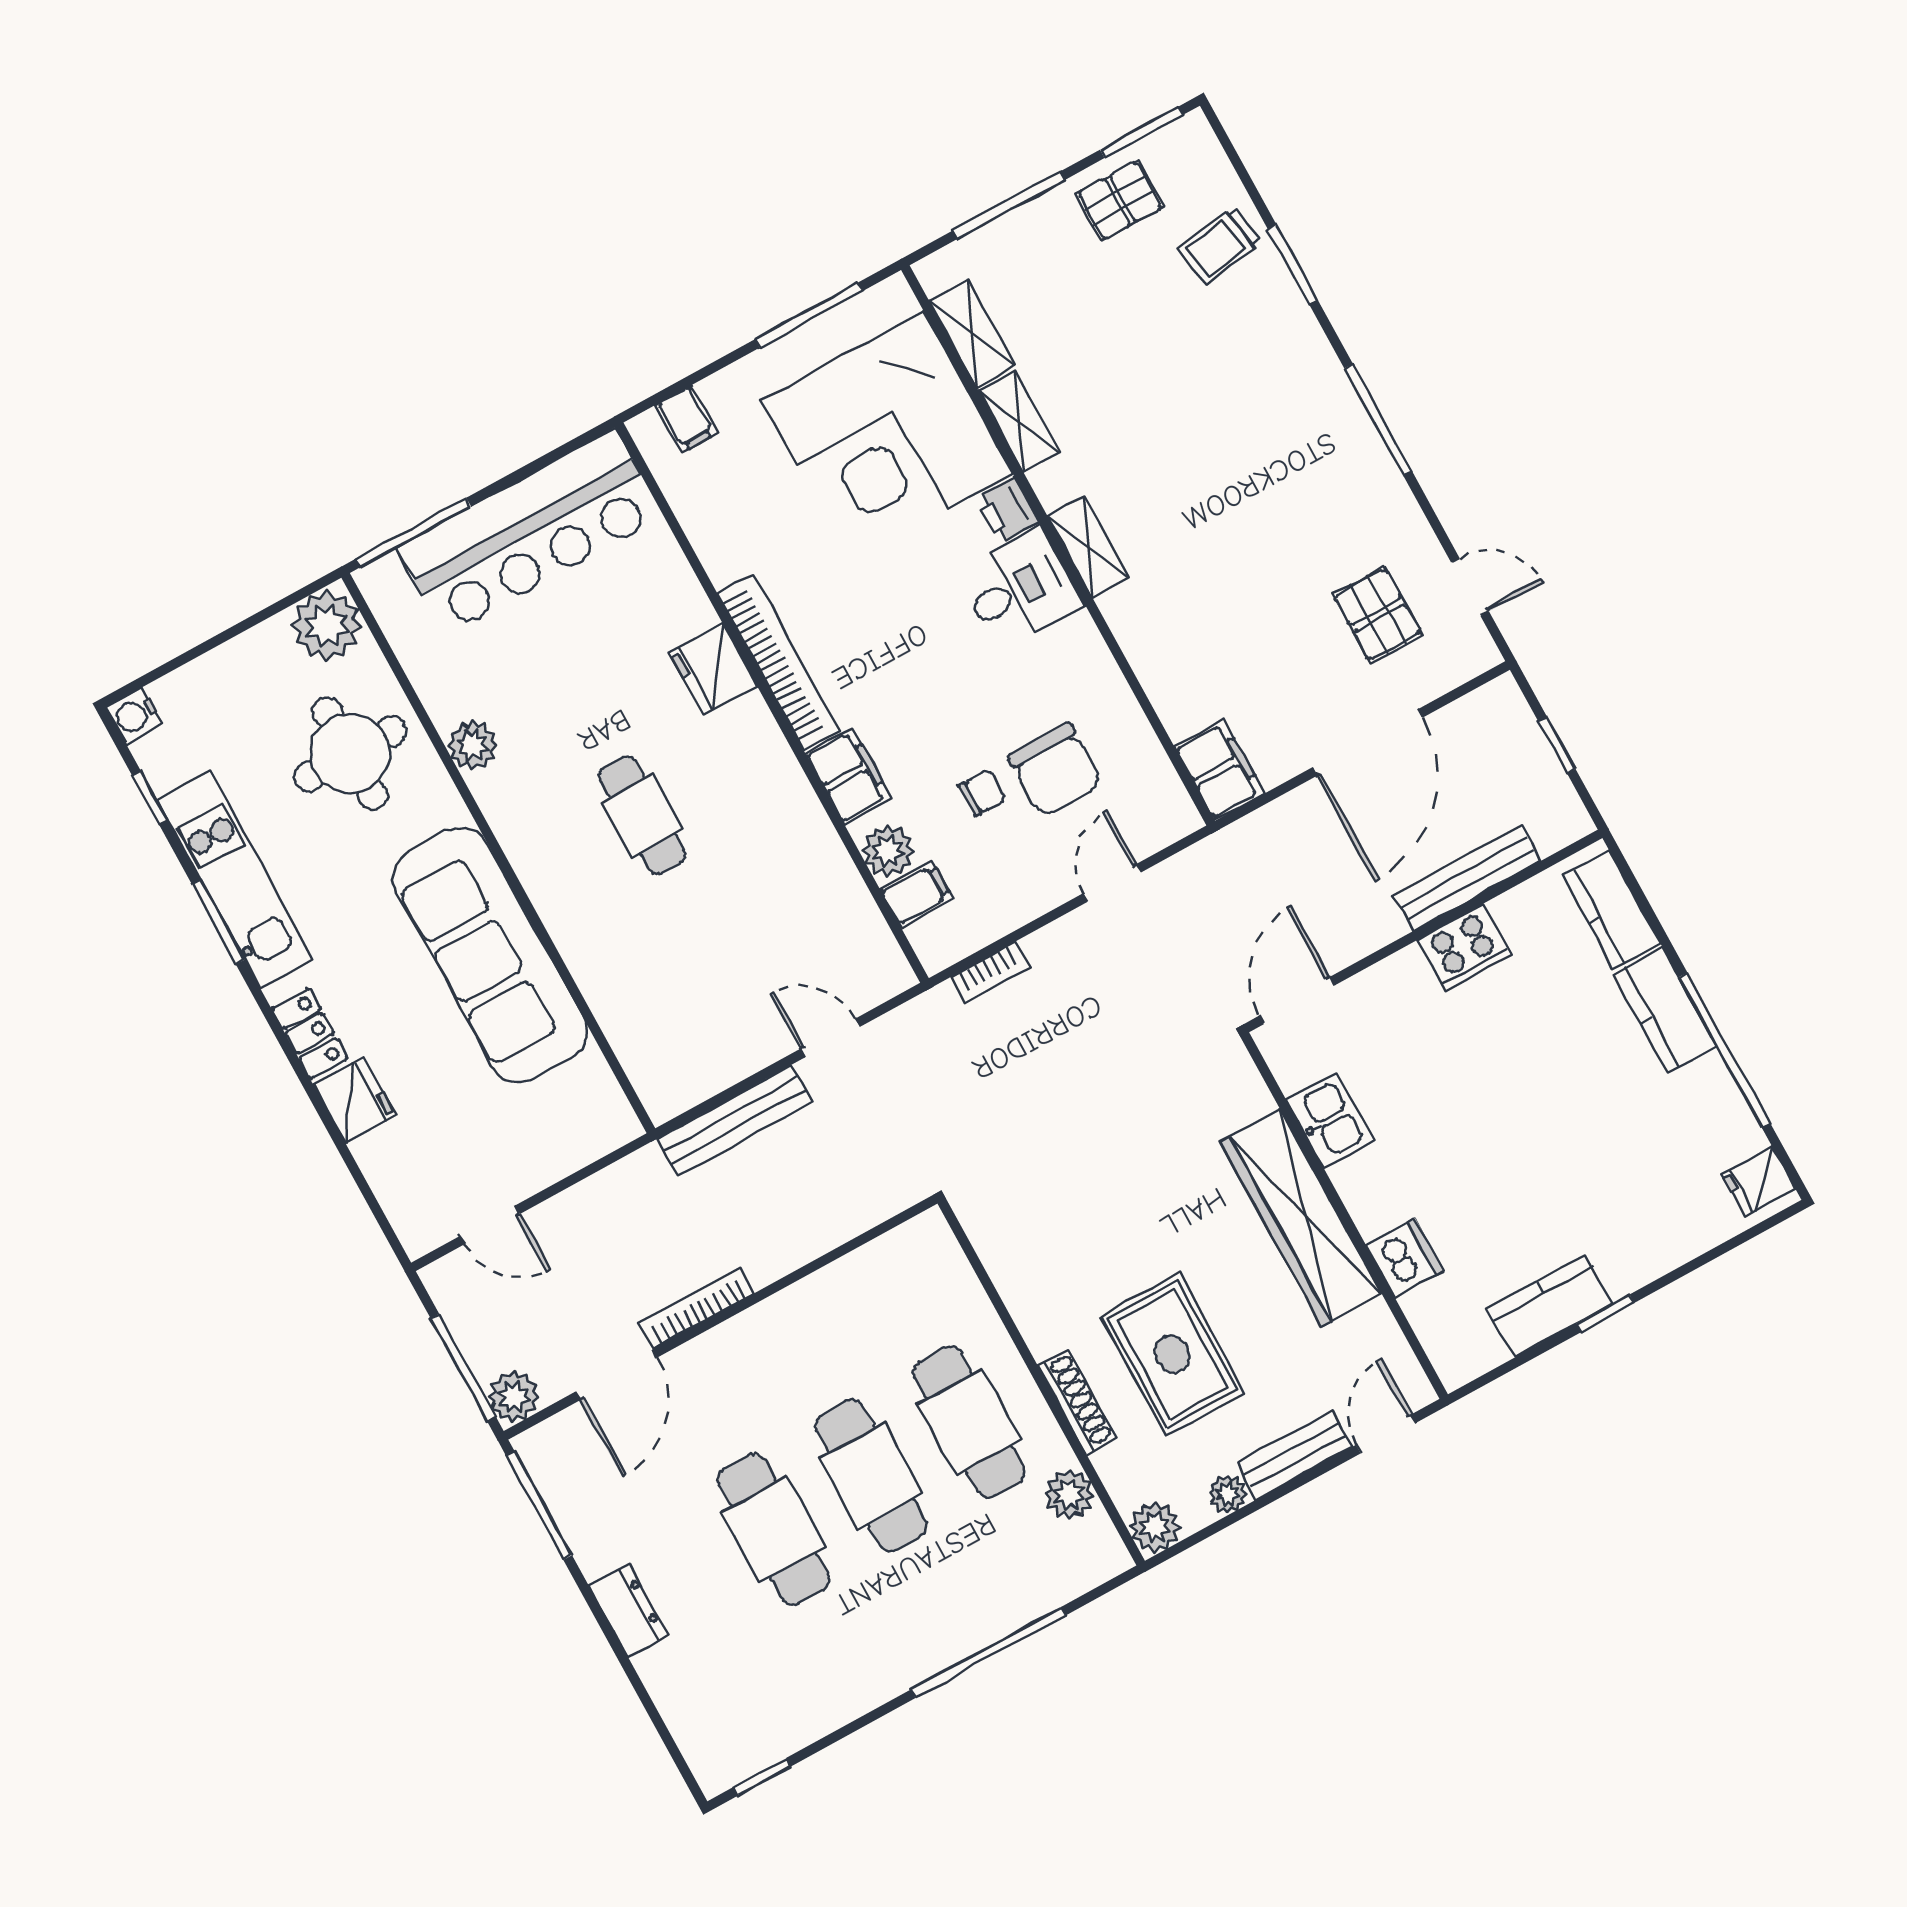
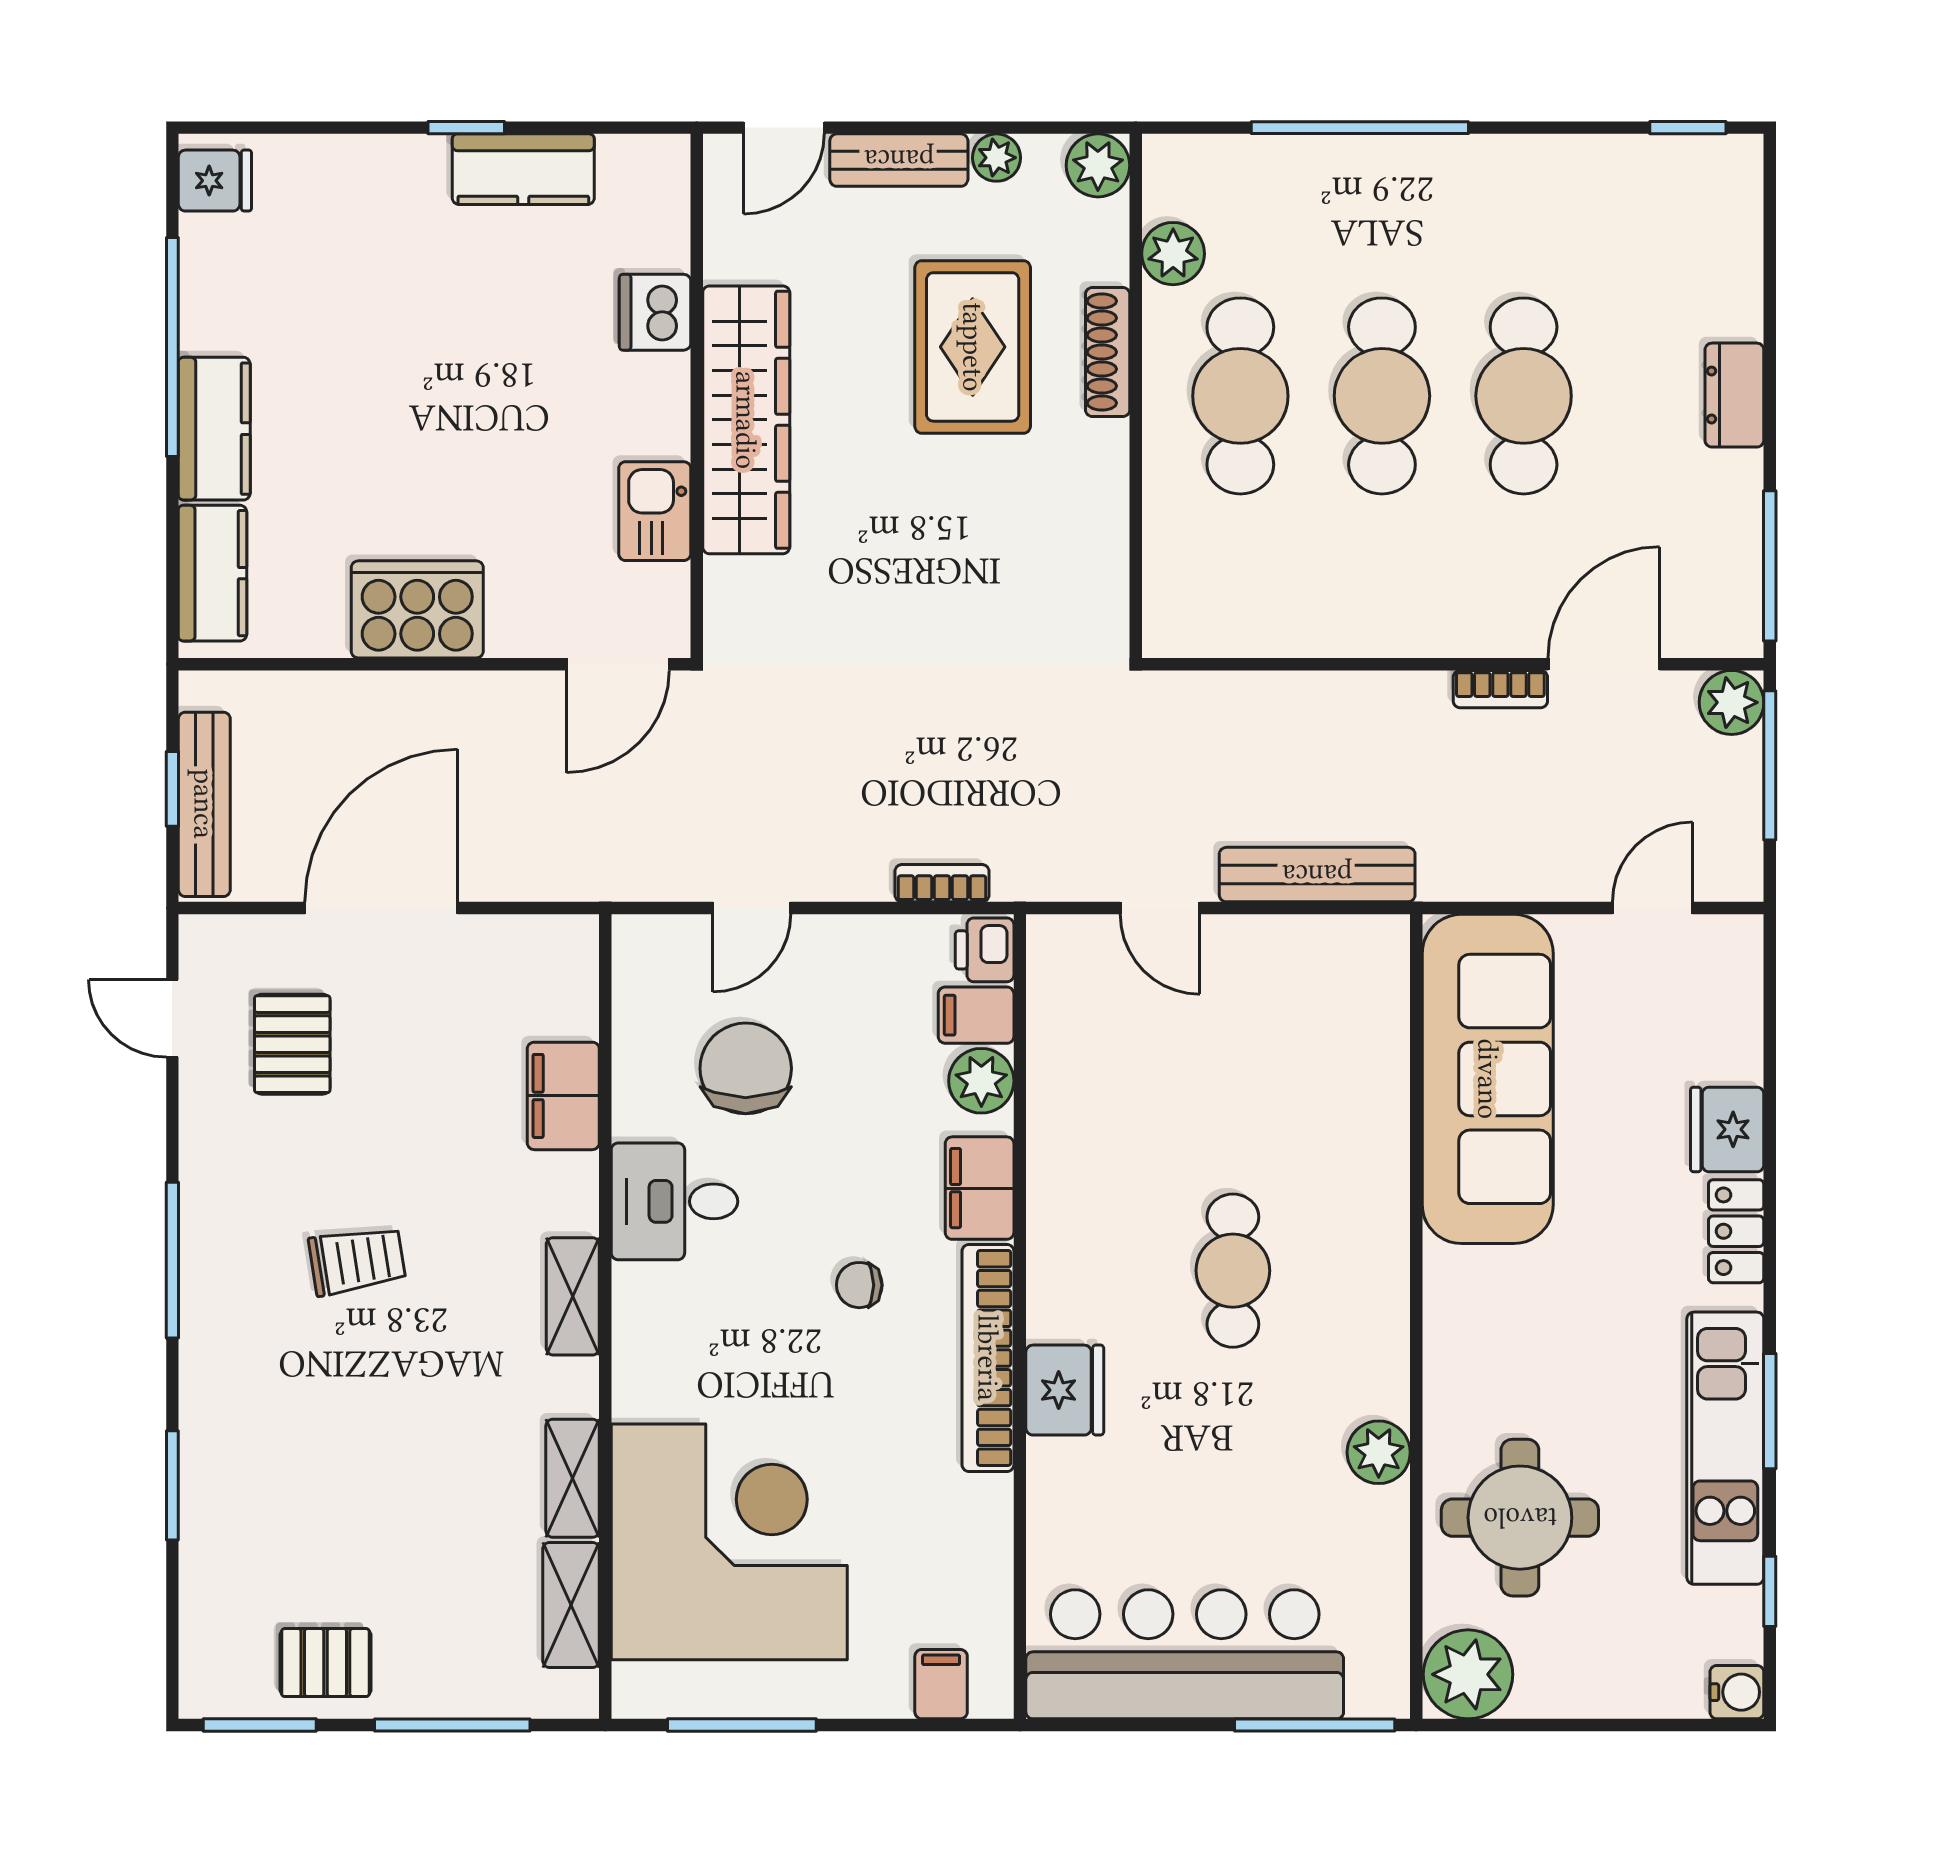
trolley: (1220, 245) -> (357, 1261), moved
printer: (1007, 510) -> (985, 950), moved, turned 180
desk: (1020, 589) -> (674, 1201), moved
filing cabinet: (1219, 770) -> (563, 1096), moved
chair: (982, 792) -> (859, 1285), moved
bench: (1467, 878) -> (204, 804), moved, turned 90
cooker: (1464, 947) -> (417, 609), width x1.37, depth x1.31
sofa: (490, 955) -> (1488, 1079), moved
door: (490, 1225) -> (1653, 908), hinge flipped
bookcase: (696, 1308) -> (1500, 689), width x0.64

